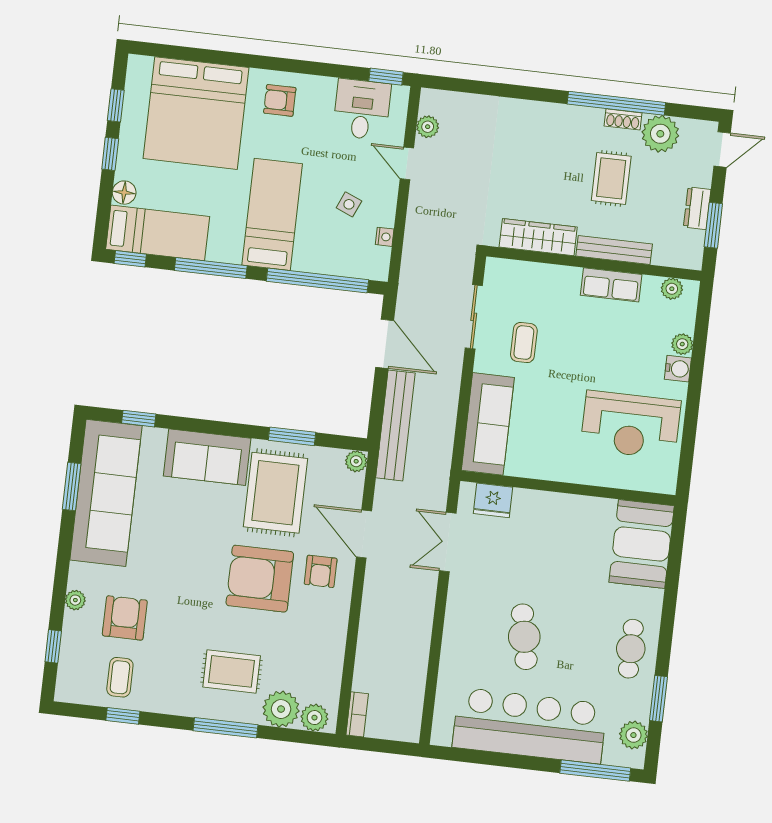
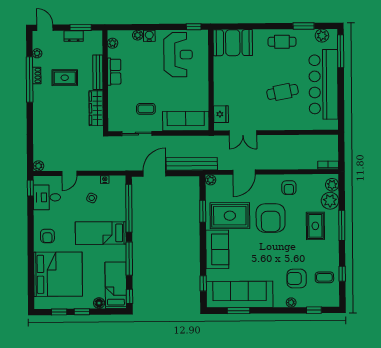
plant: (428, 127) -> (38, 166), moved
plant: (660, 134) -> (37, 53), width x0.53, depth x0.53
window: (686, 465) -> (194, 27), added
armchair: (321, 571) -> (289, 188), moved, turned 90

